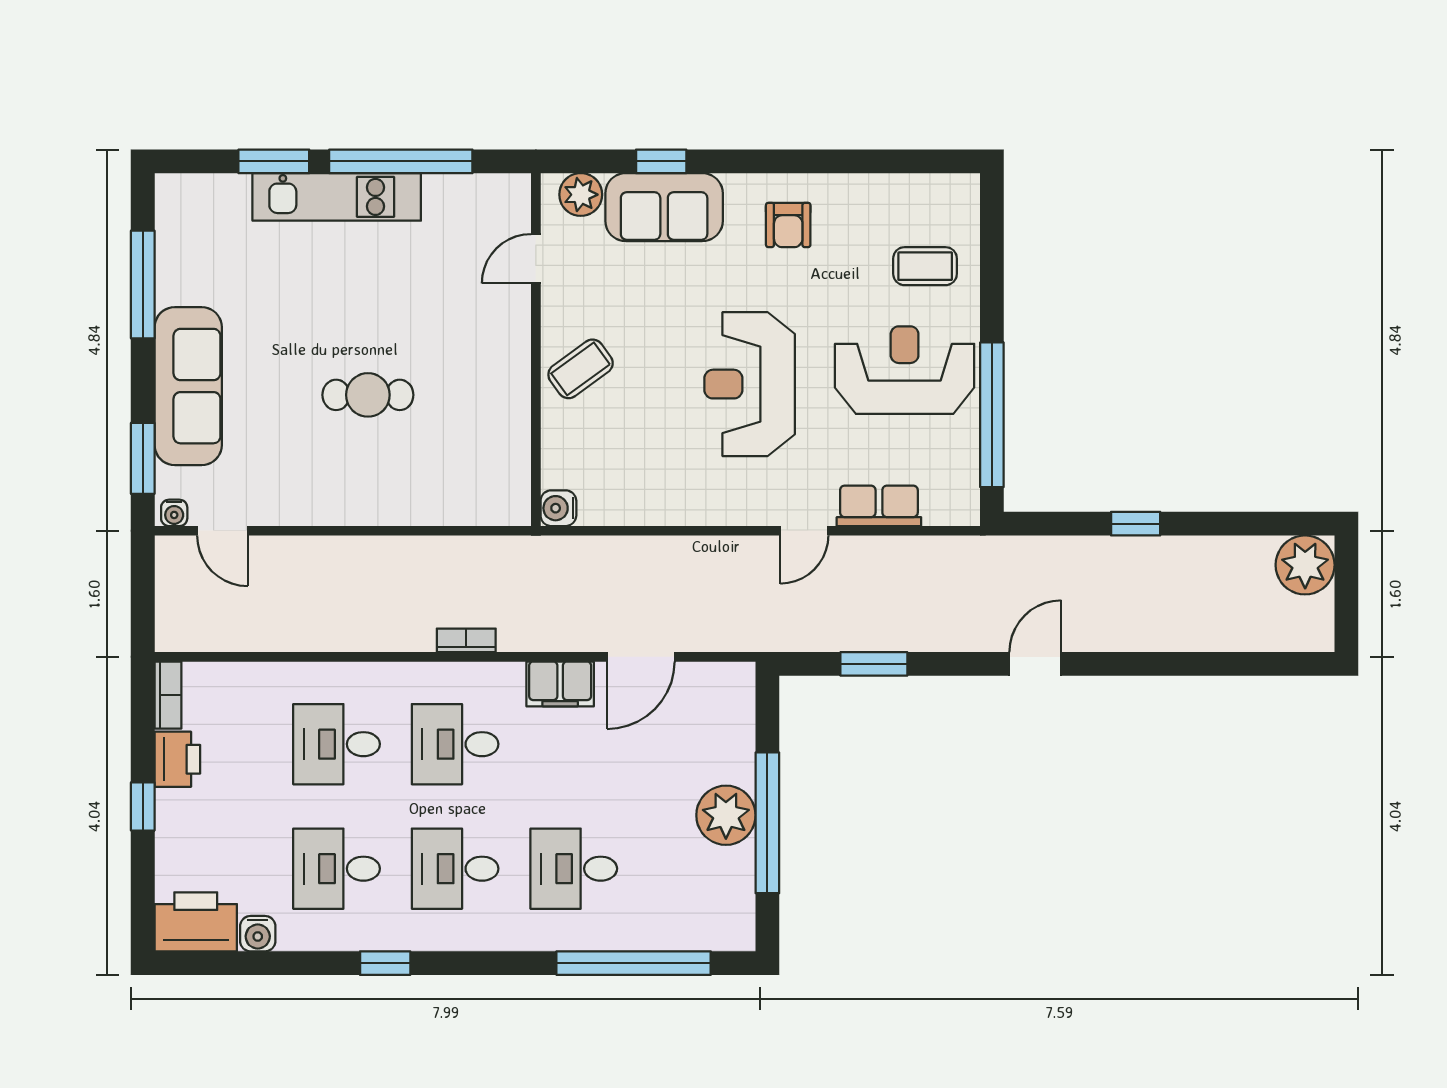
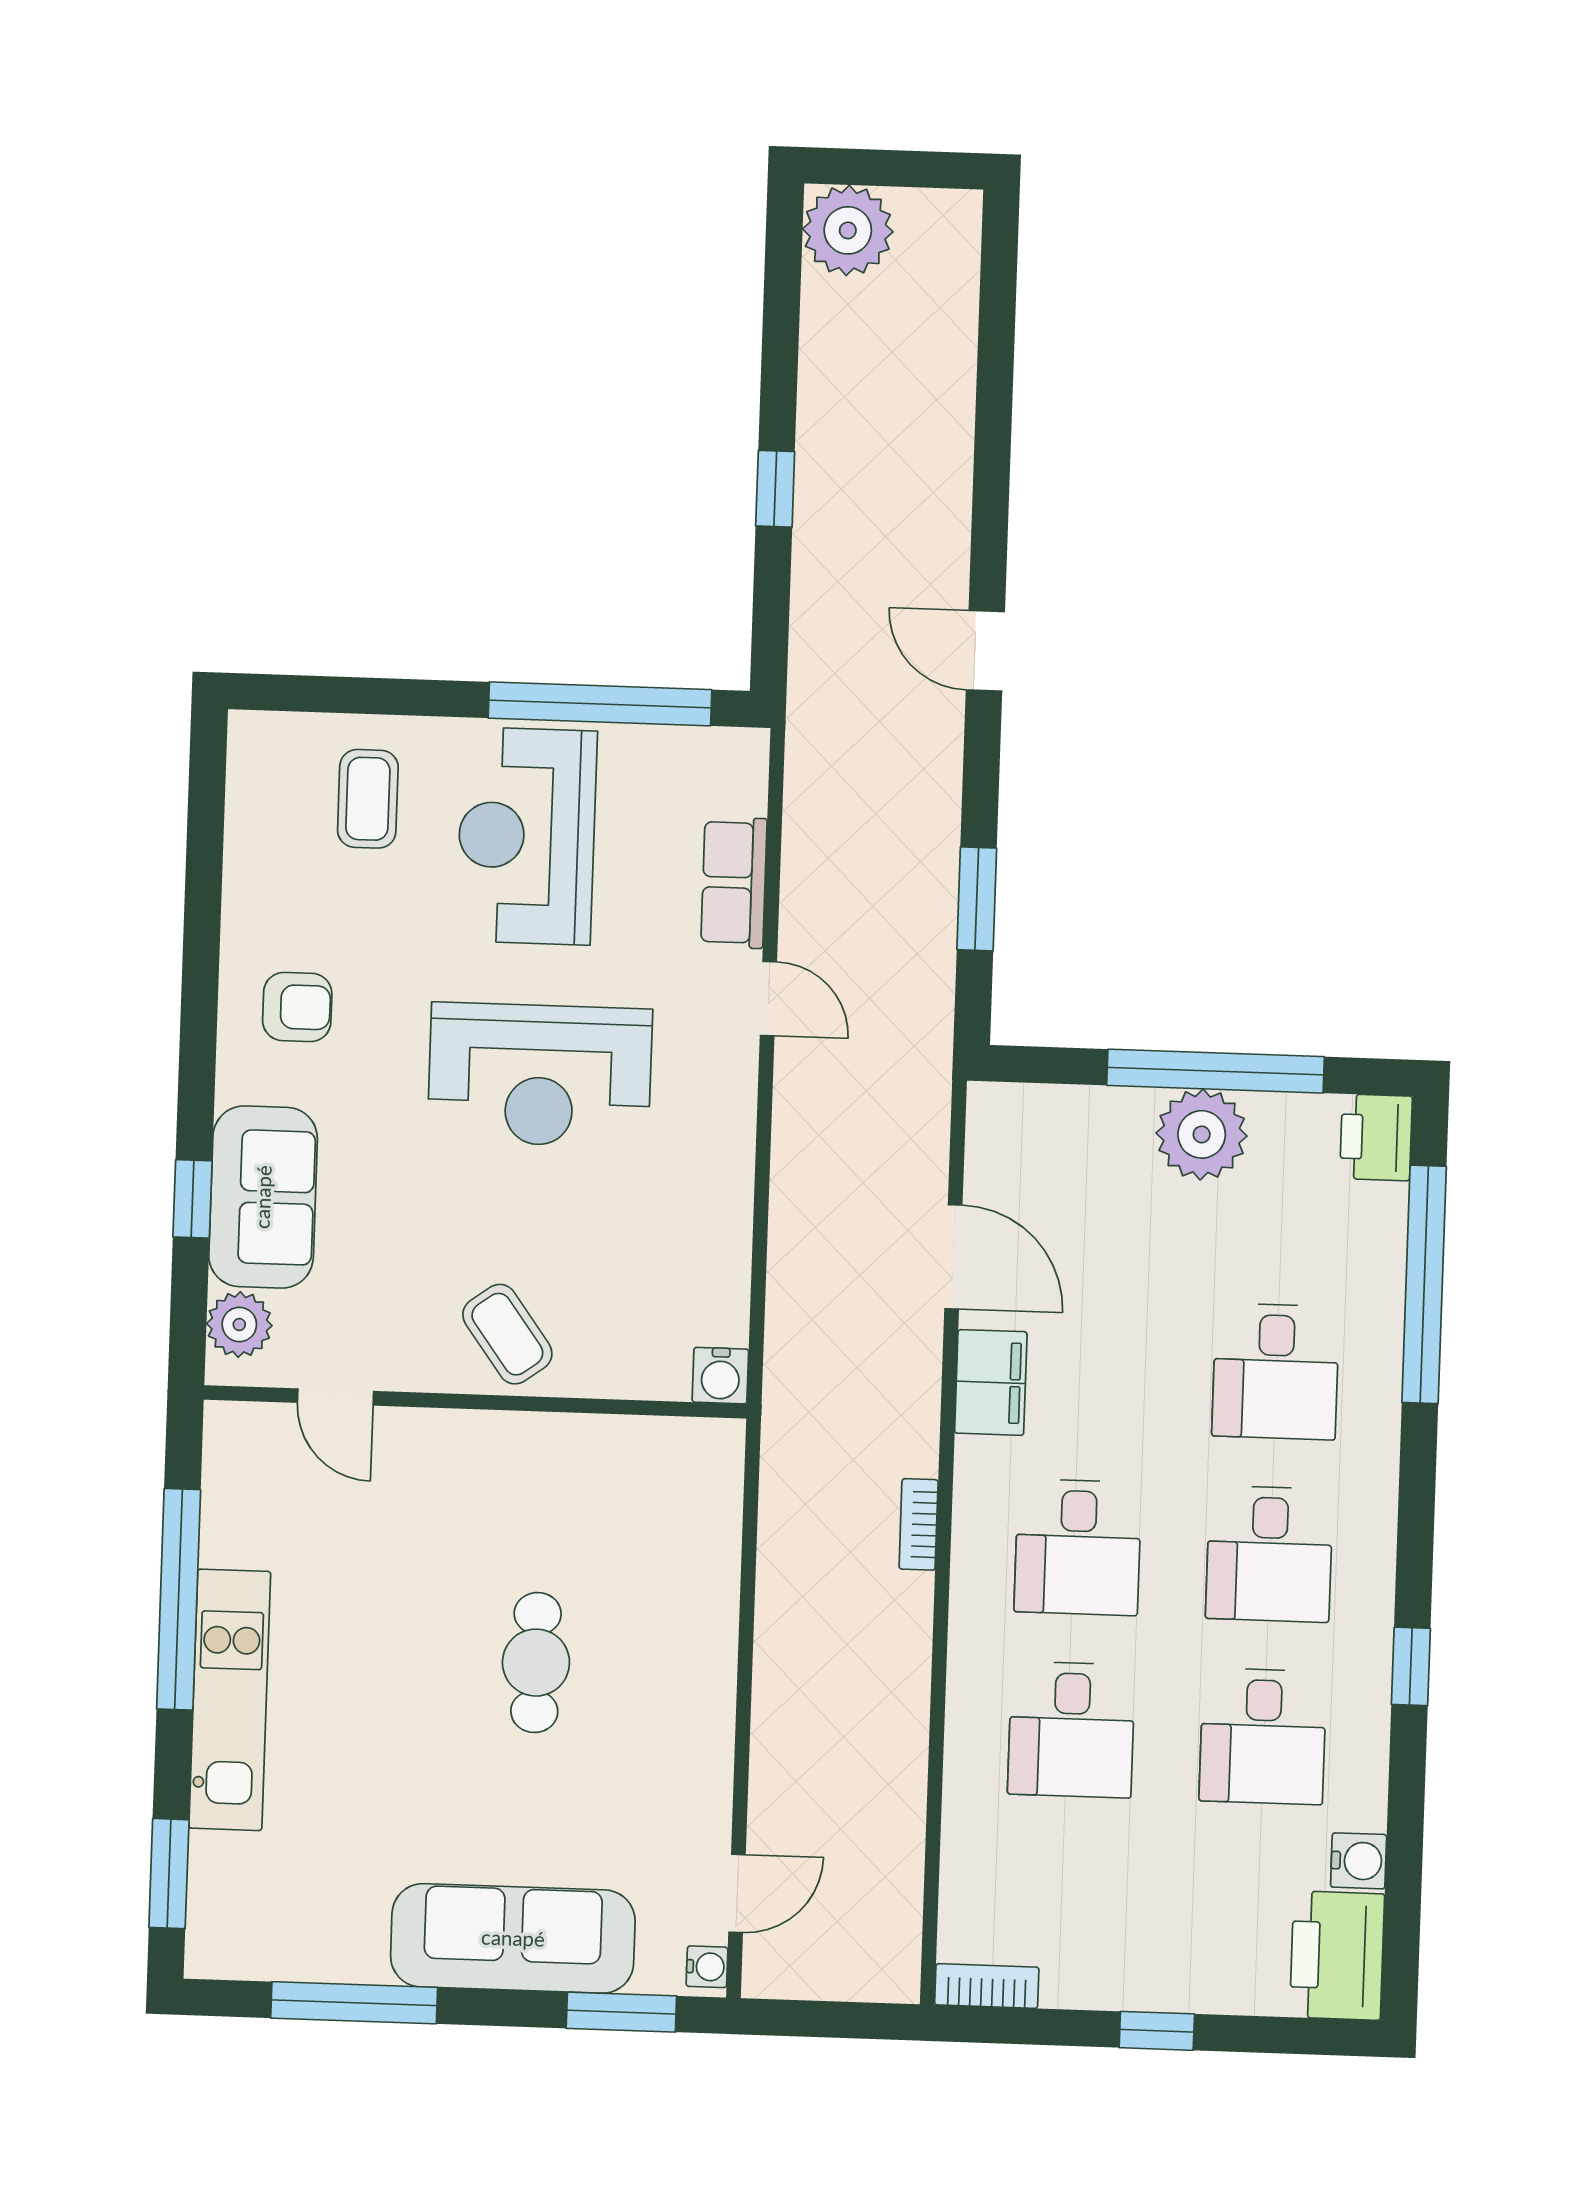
window: (274, 161) -> (169, 1874), moved
printer: (177, 759) -> (1376, 1137), moved, turned -90

